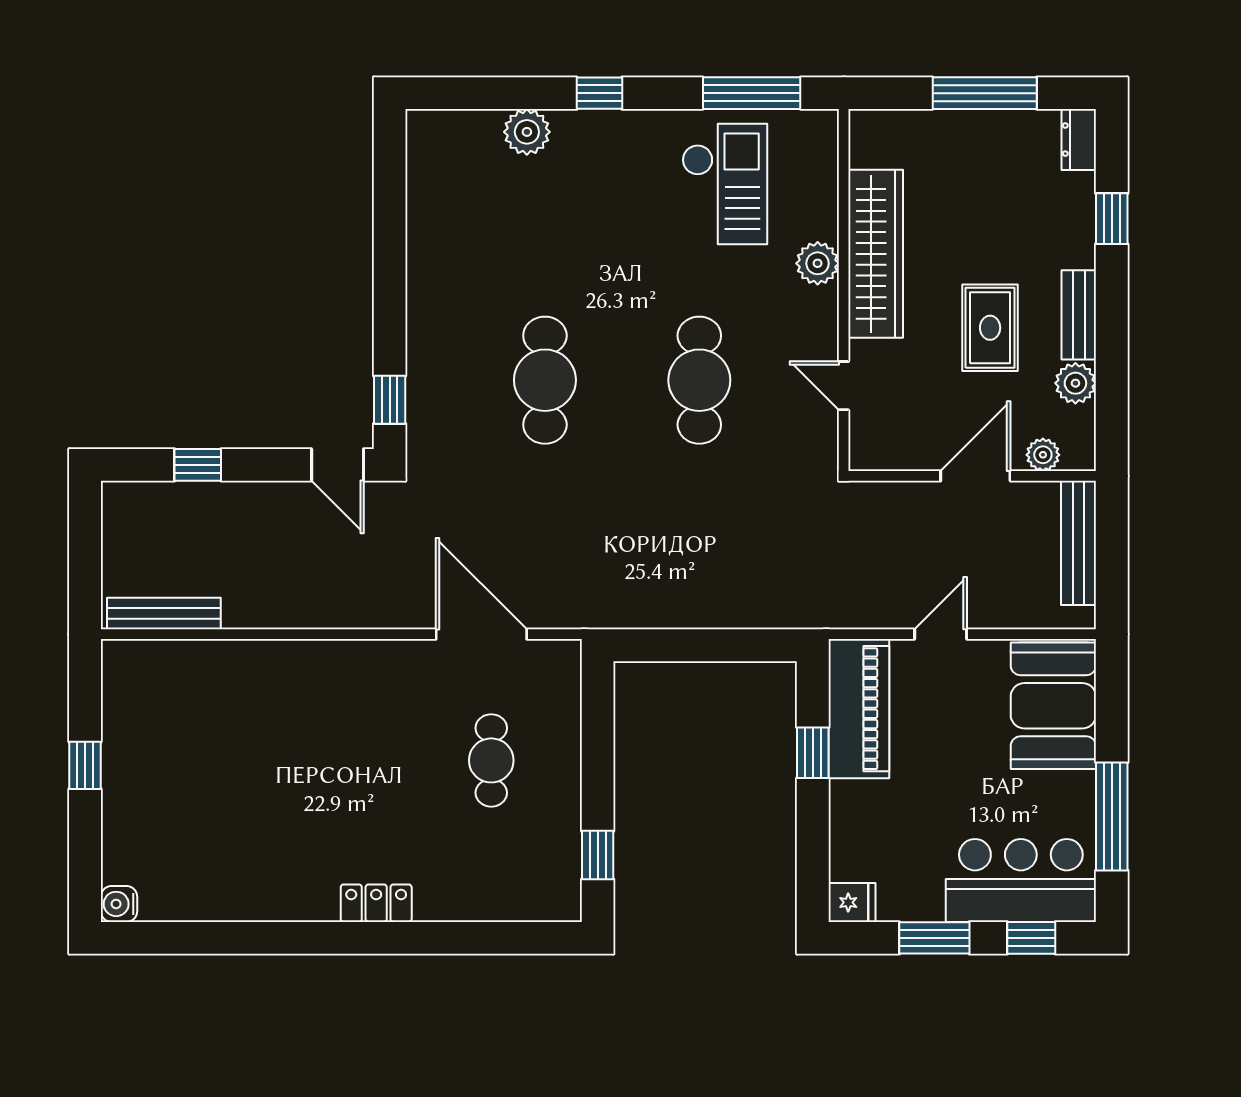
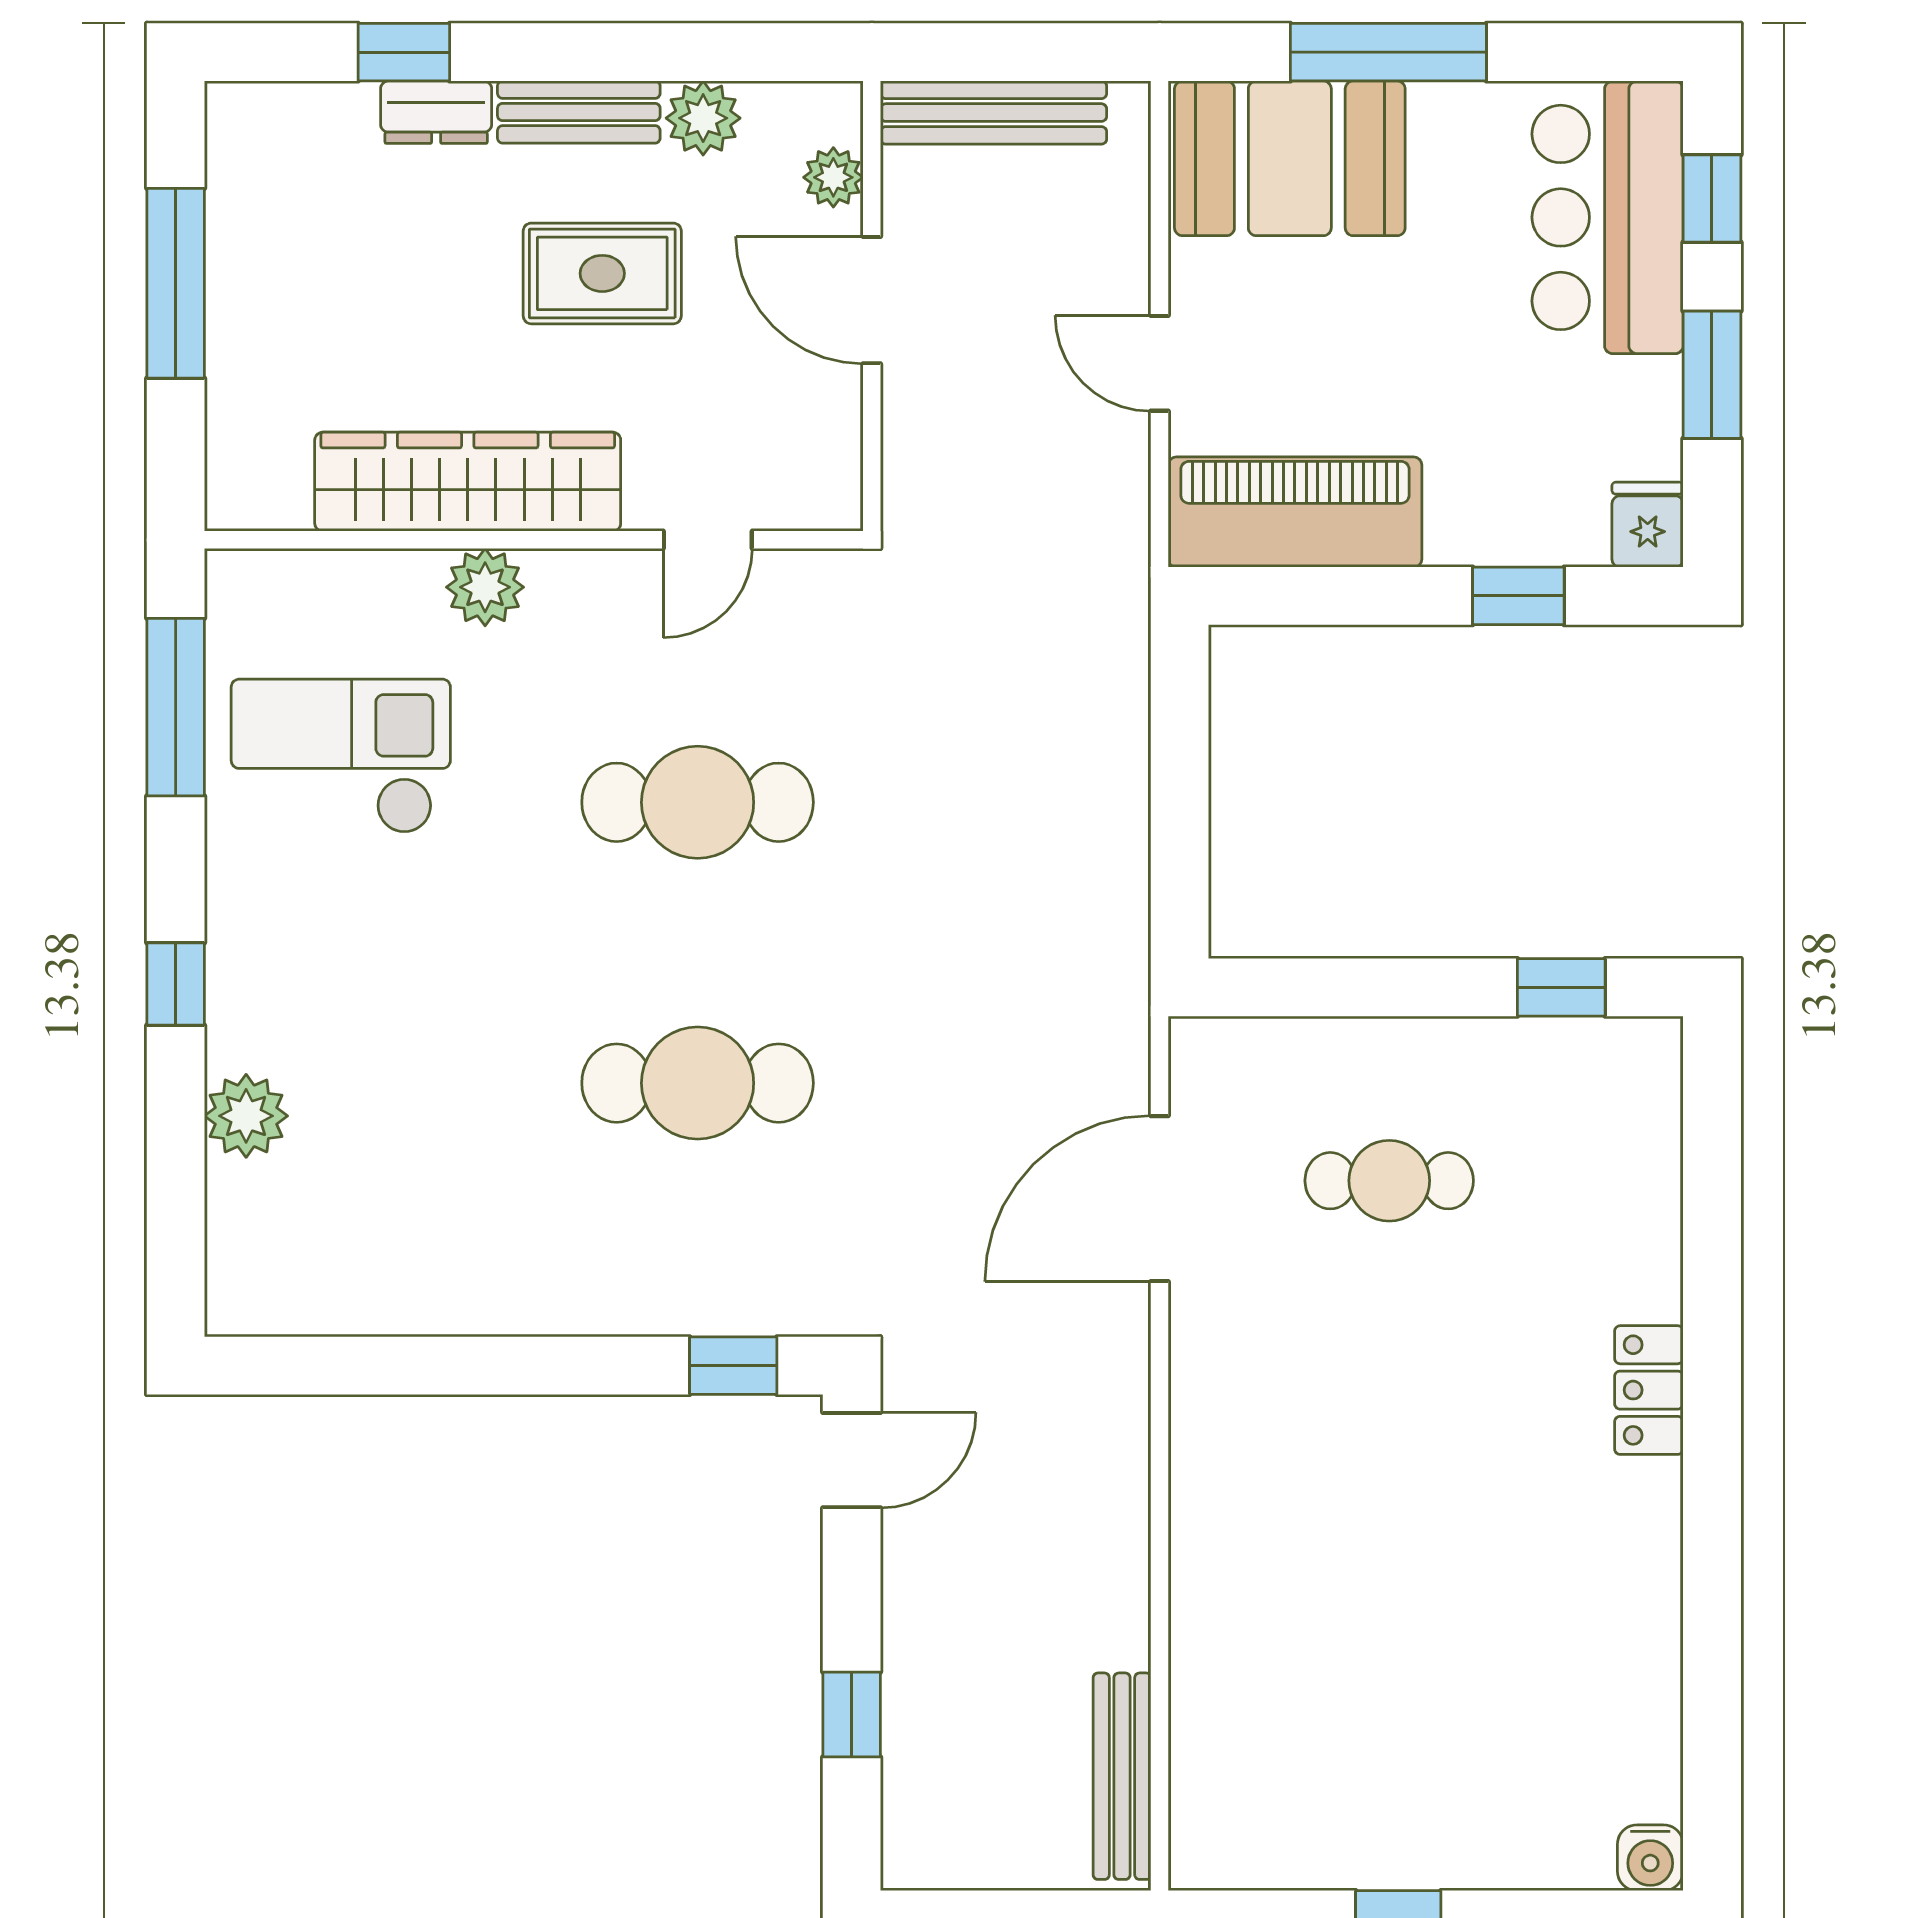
dresser: (1079, 140) -> (436, 112), moved
window: (813, 753) -> (1518, 596), moved
window: (1112, 816) -> (1388, 52), moved

